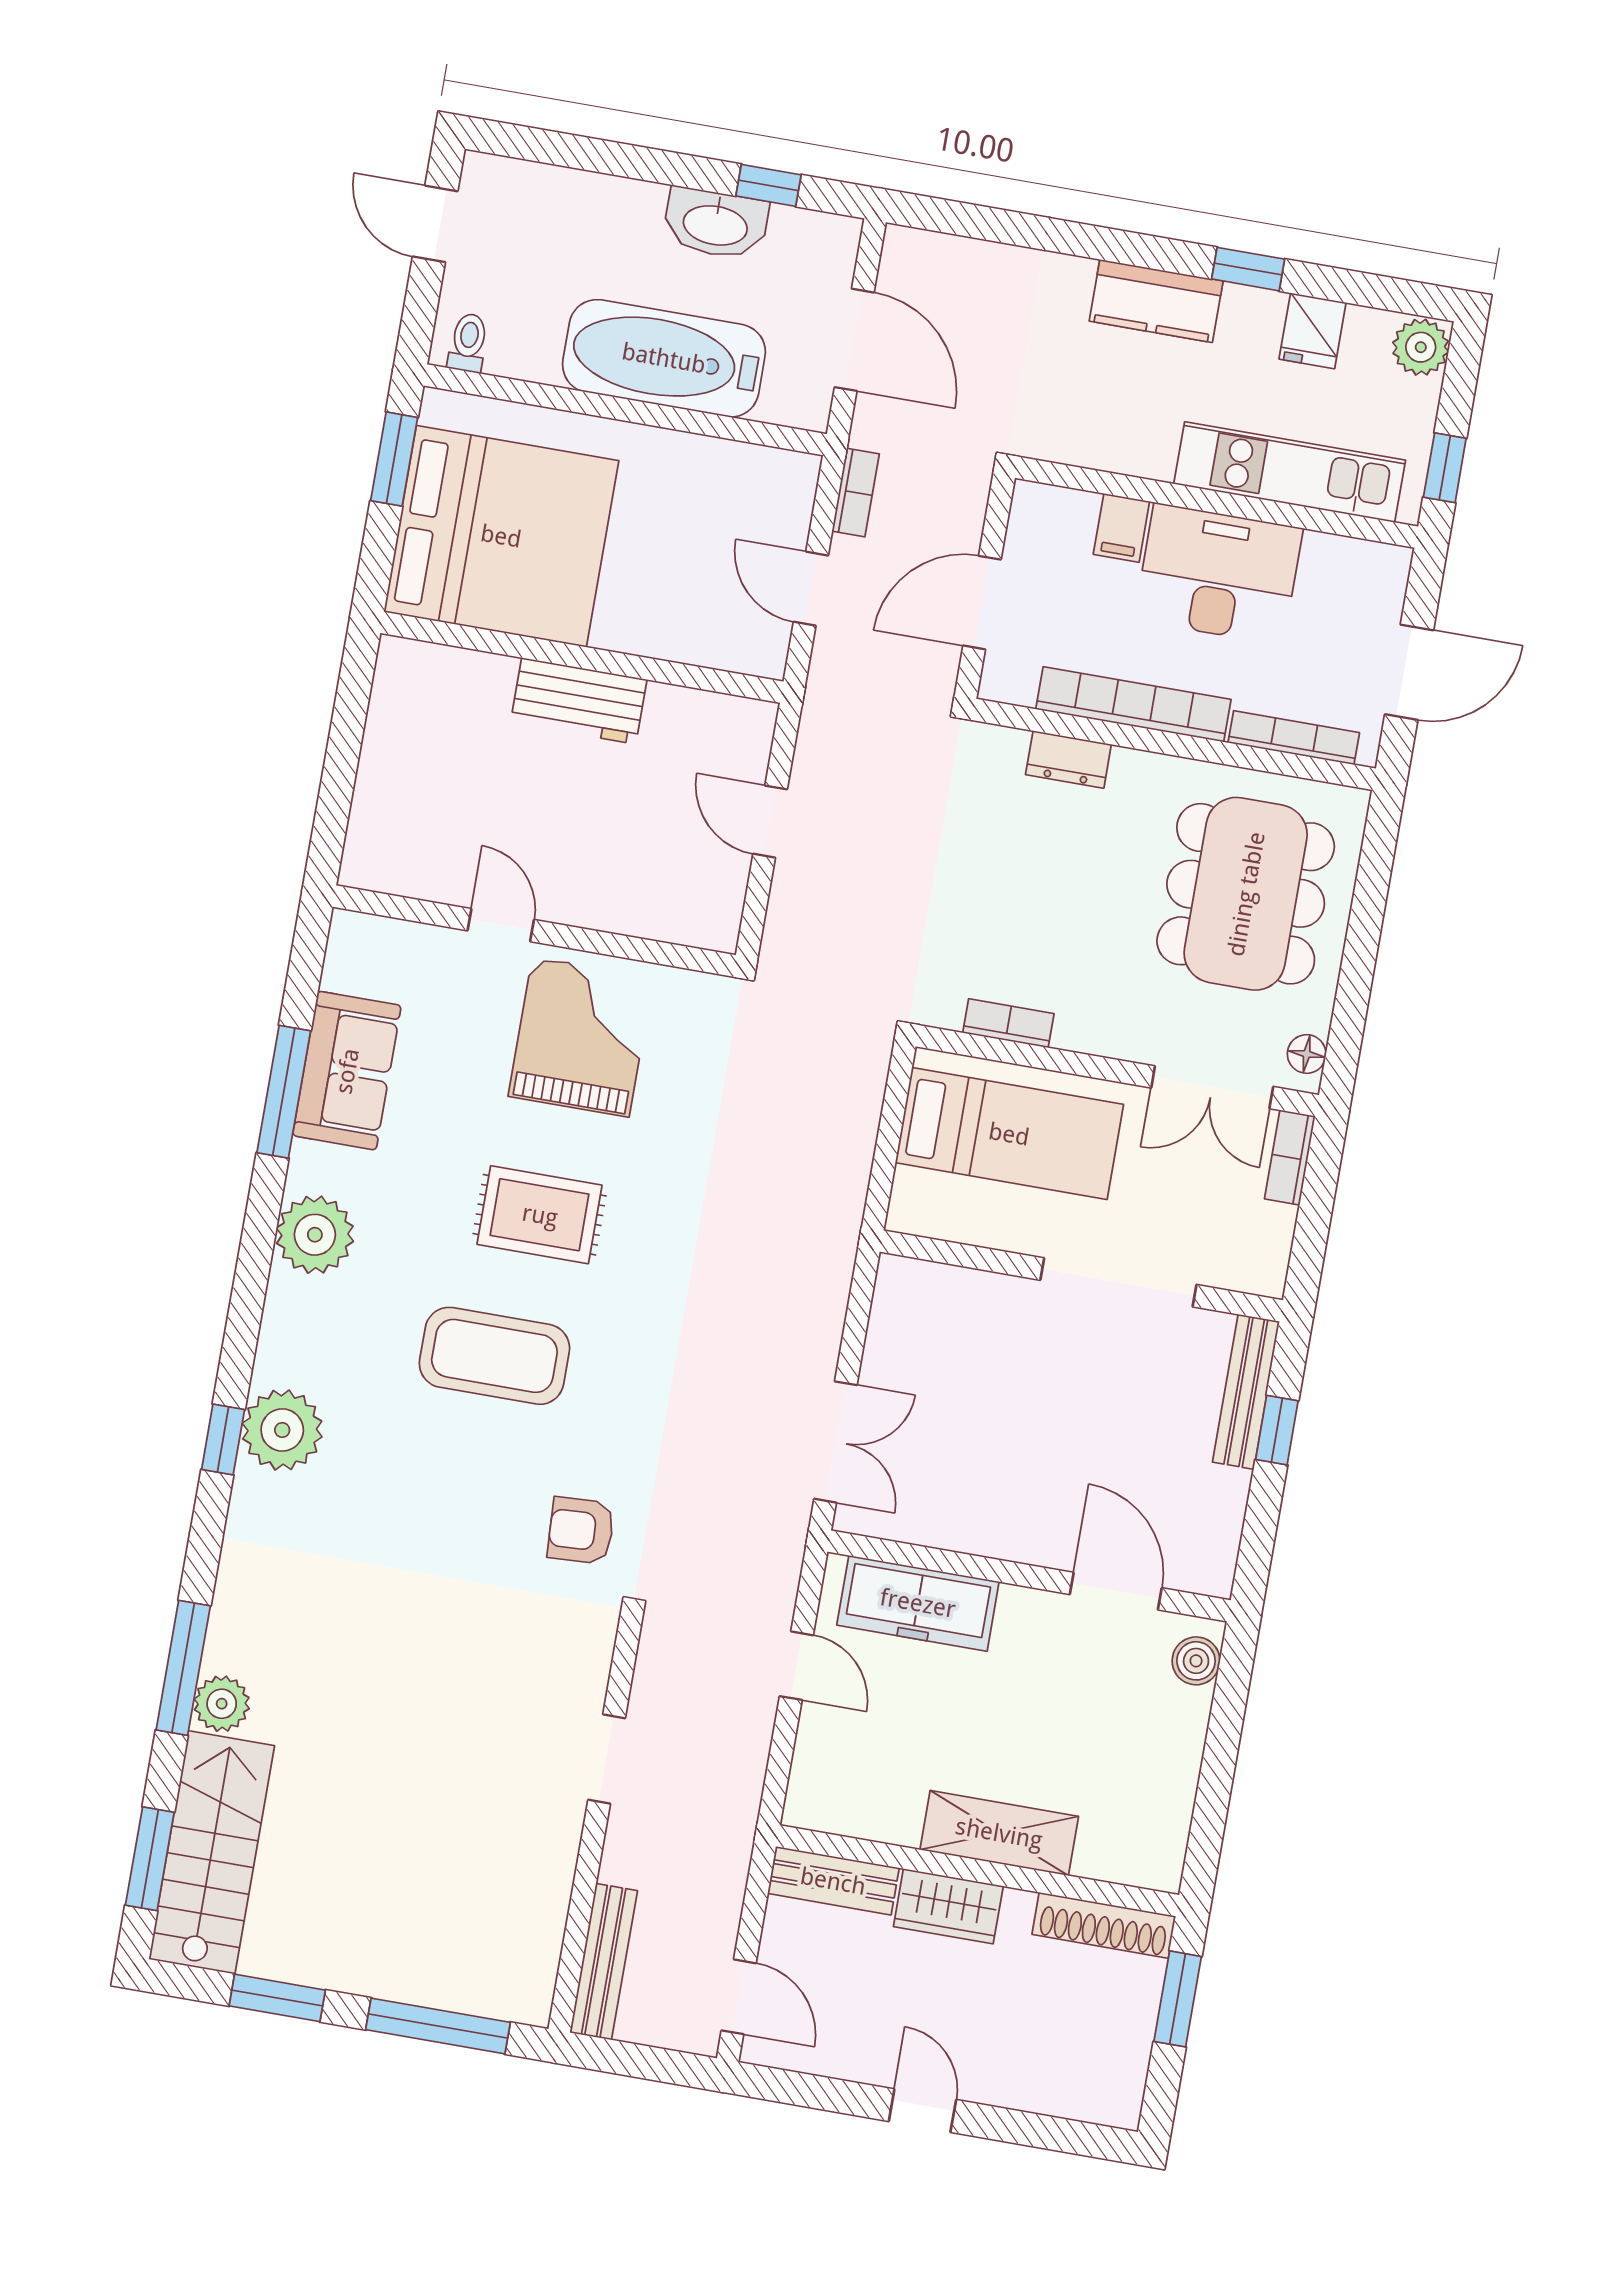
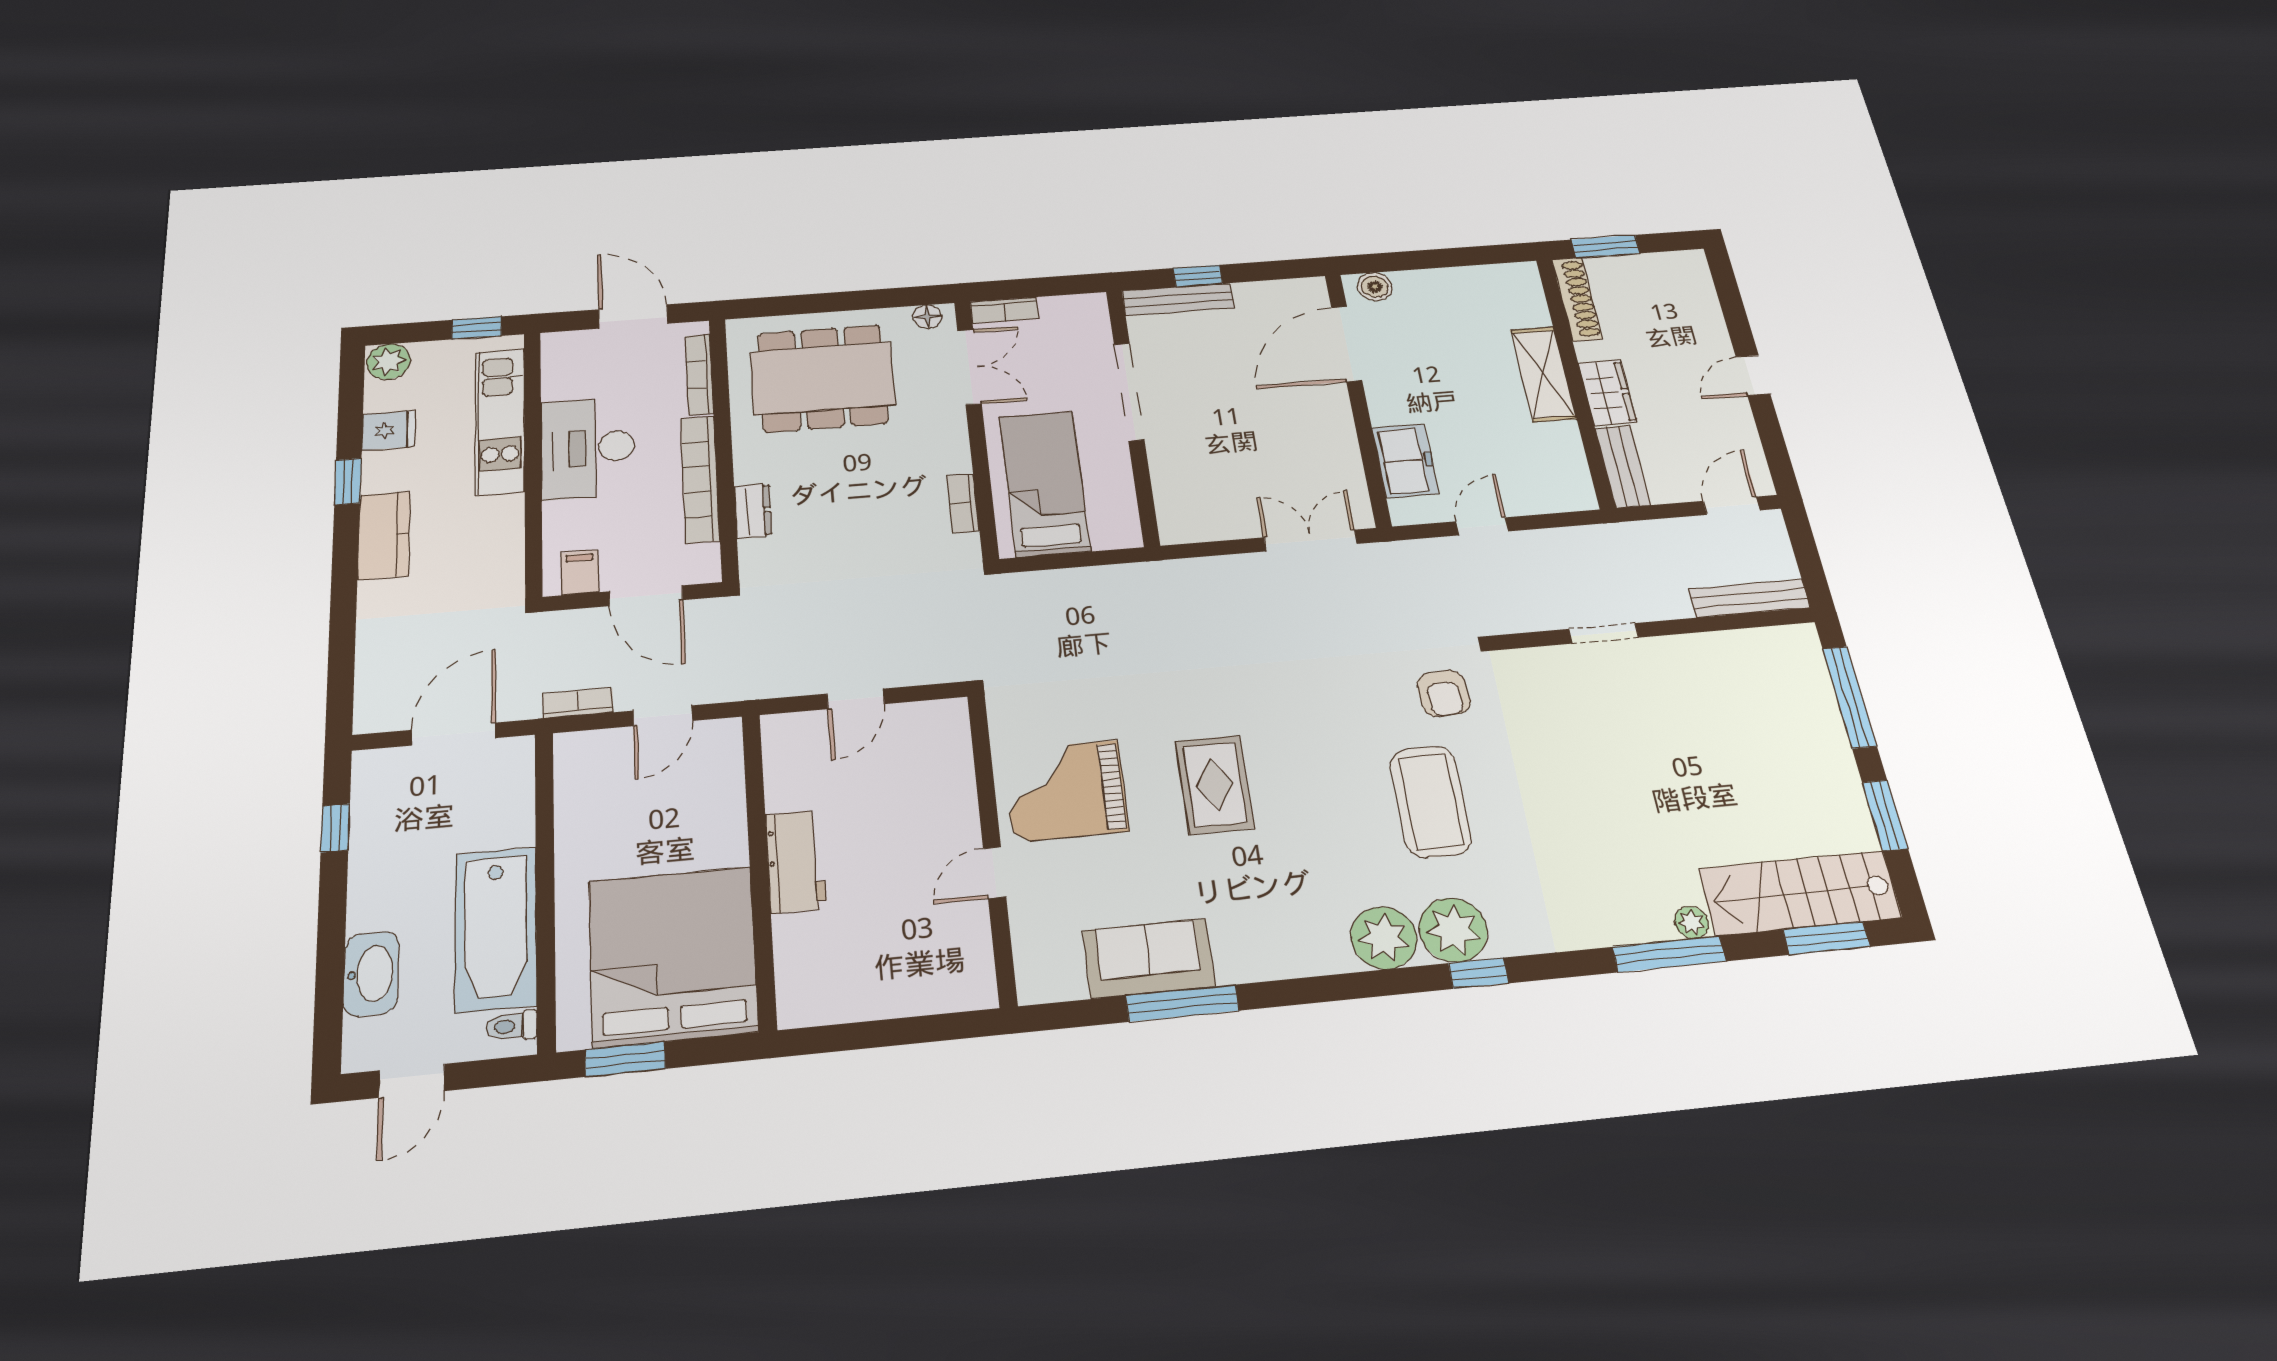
washbasin: (716, 224) -> (371, 974), moved
bathtub: (664, 358) -> (496, 929), moved
filing cabinet: (1121, 528) -> (580, 572), moved, turned -90
plant: (315, 1235) -> (1384, 938), moved
coffee table: (494, 1356) -> (1431, 802), moved
door: (1116, 1591) -> (1347, 344), width x1.36
freezer: (918, 1603) -> (1405, 461), width x0.71
plant: (222, 1704) -> (1692, 922), width x0.73, depth x0.73

